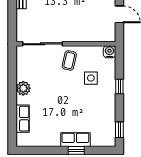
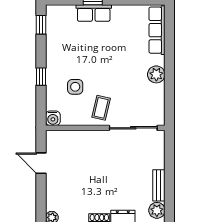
row of seats: (23, 119) -> (157, 30), width x1.48

